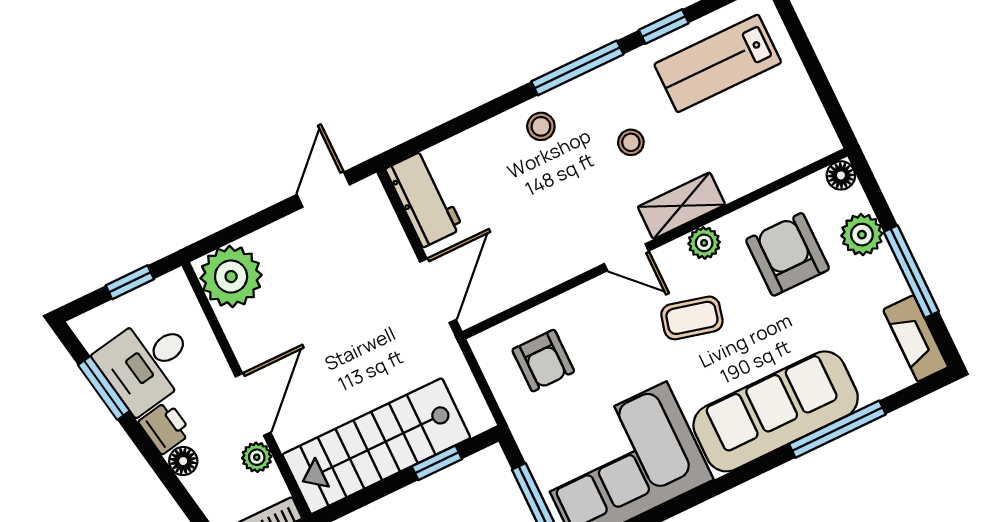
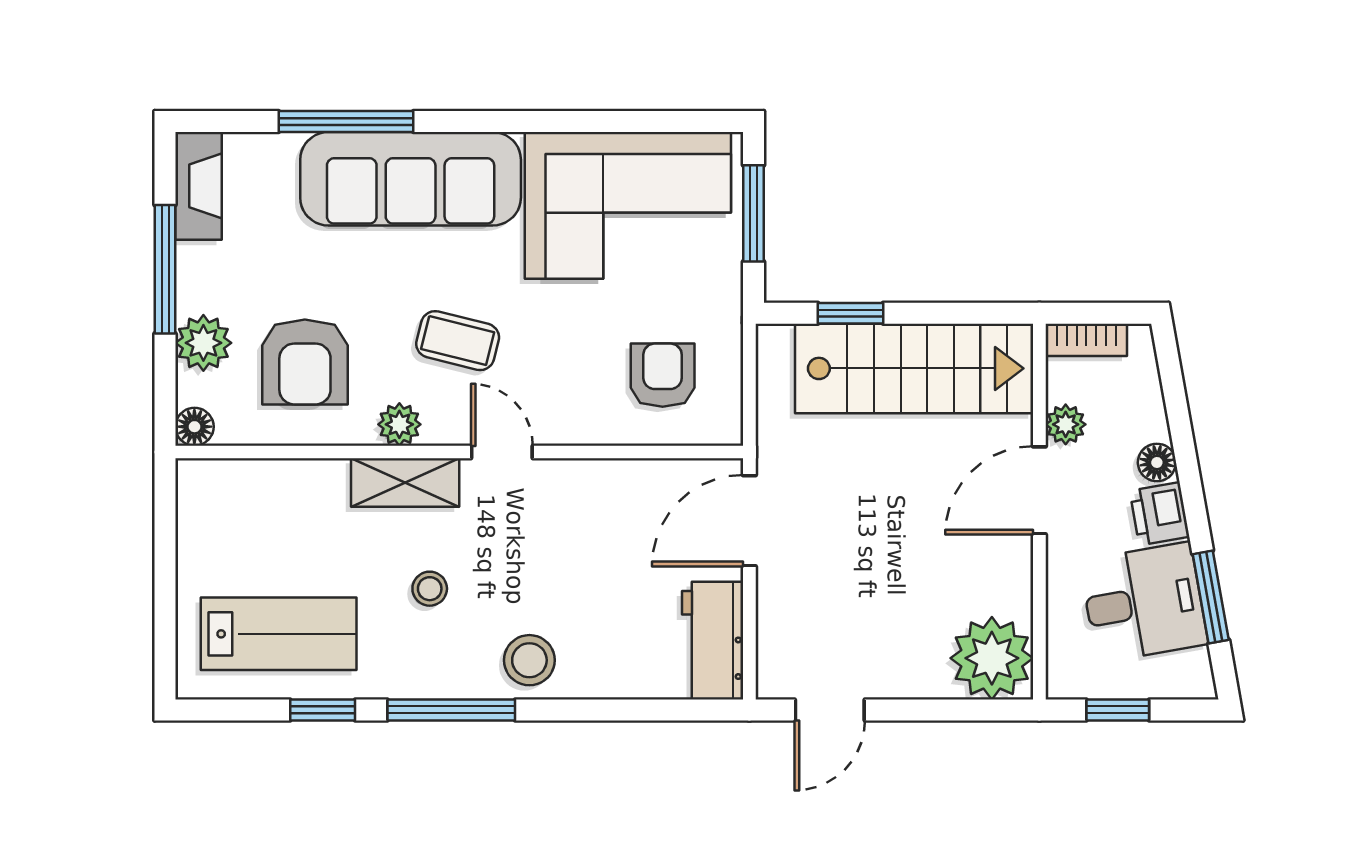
stool: (541, 126) -> (529, 660), width x1.37, depth x1.37

